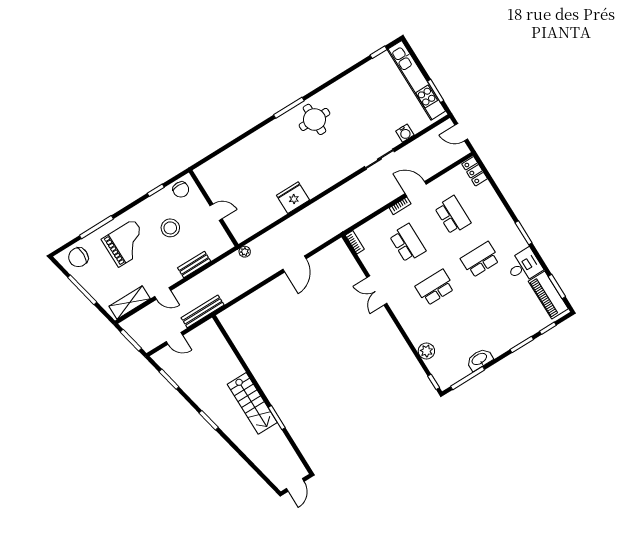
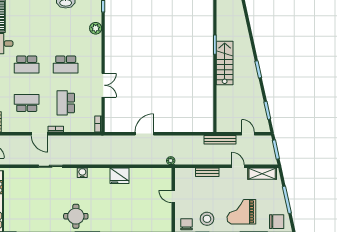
water cooler: (405, 133) -> (82, 173), moved
school desk: (453, 215) -> (27, 103), turned 90
stool: (170, 228) -> (207, 219), moved

